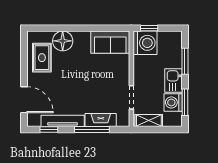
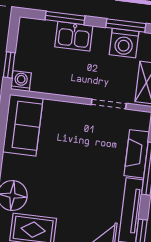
washing machine: (145, 43) -> (21, 81), width x0.53, depth x0.53
kitchen sink: (174, 81) -> (74, 36), moved

